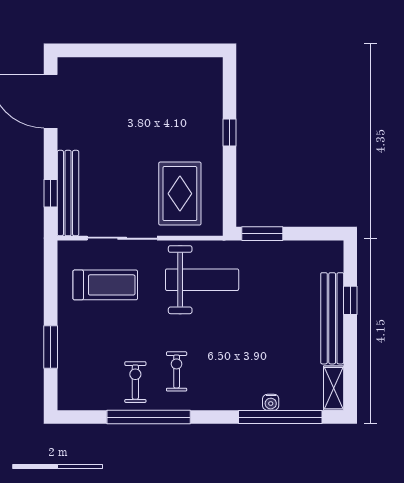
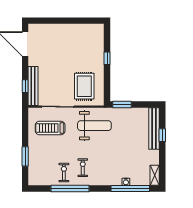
treadmill: (105, 285) -> (50, 128), turned 180
bench: (332, 318) -> (154, 129), moved

